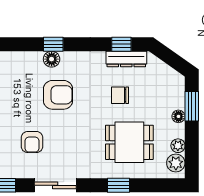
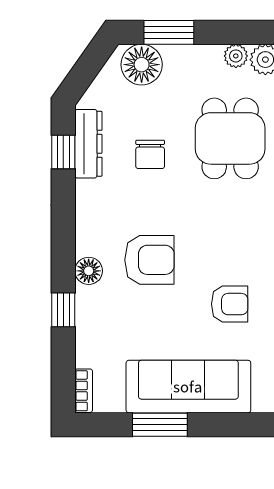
window: (53, 44) -> (63, 310), moved
armchair: (58, 95) -> (149, 260), turned 90
floor lamp: (178, 116) -> (142, 65), moved, width x1.89, depth x1.89

